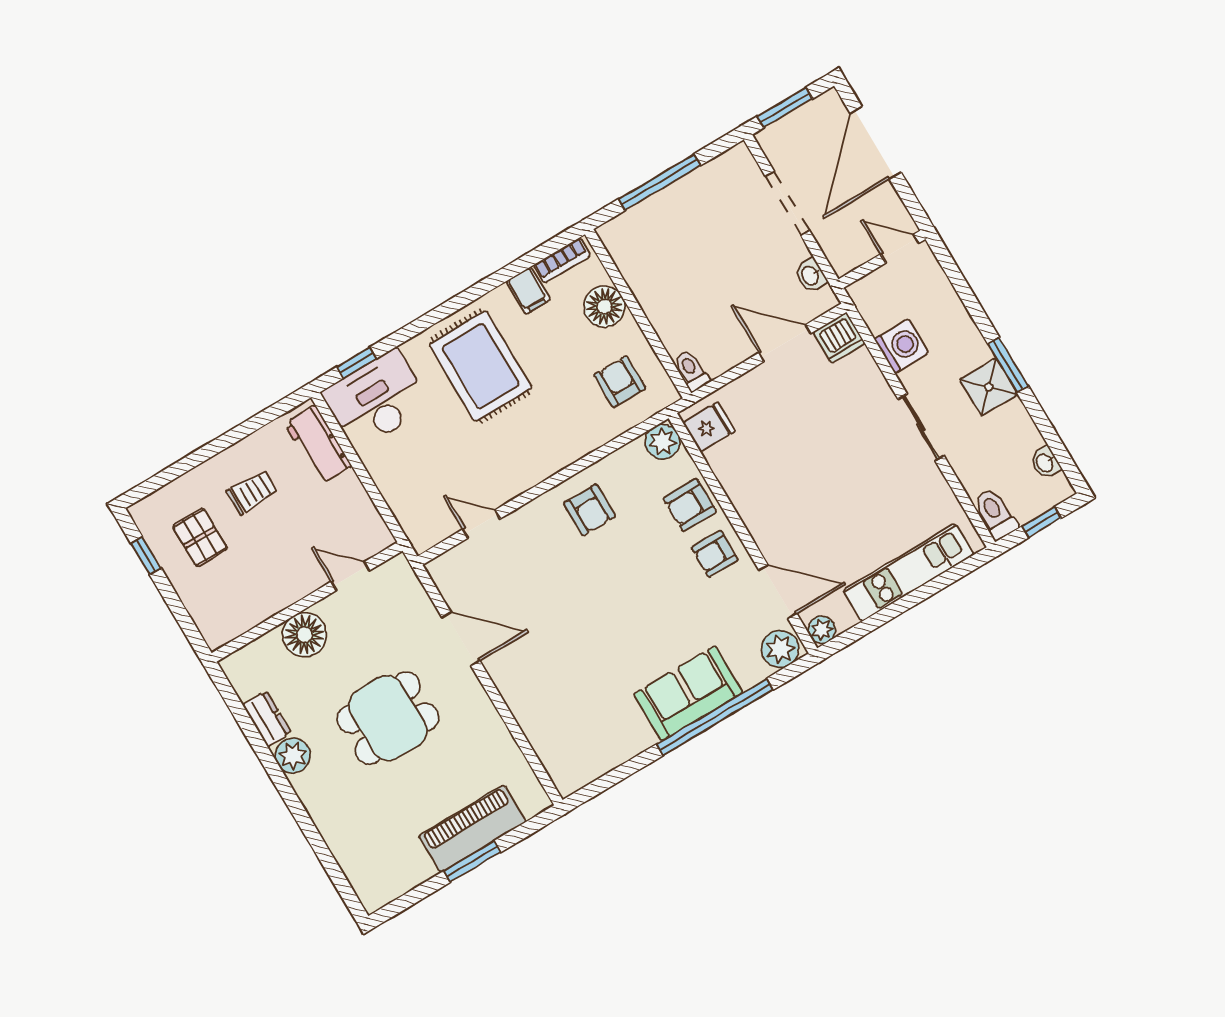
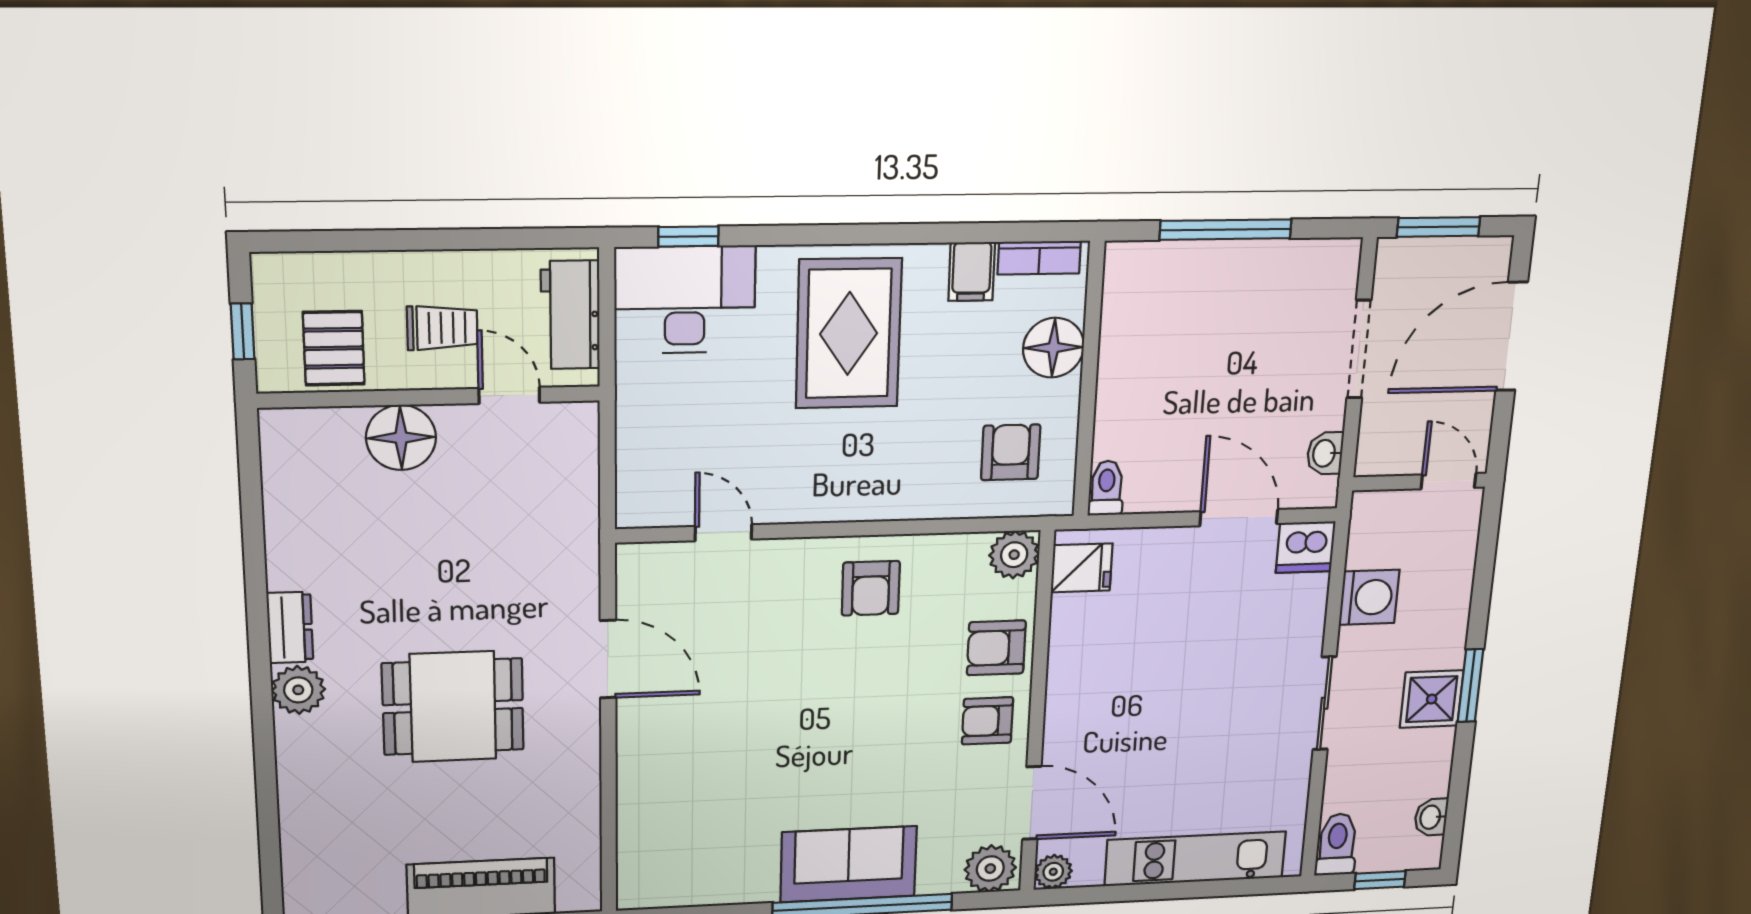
door: (350, 576) -> (509, 395), moved
wall: (307, 602) -> (430, 397), moved
floor lamp: (305, 635) -> (401, 438), moved

